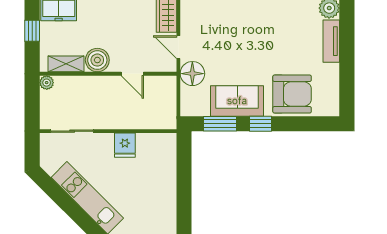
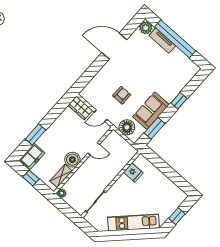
window: (347, 54) -> (175, 39), added
floor lamp: (192, 74) -> (127, 127), moved
armchair: (292, 94) -> (122, 95), moved, width x0.53, depth x0.53
window: (260, 124) -> (179, 101), moved
fridge: (125, 145) -> (133, 172), moved

